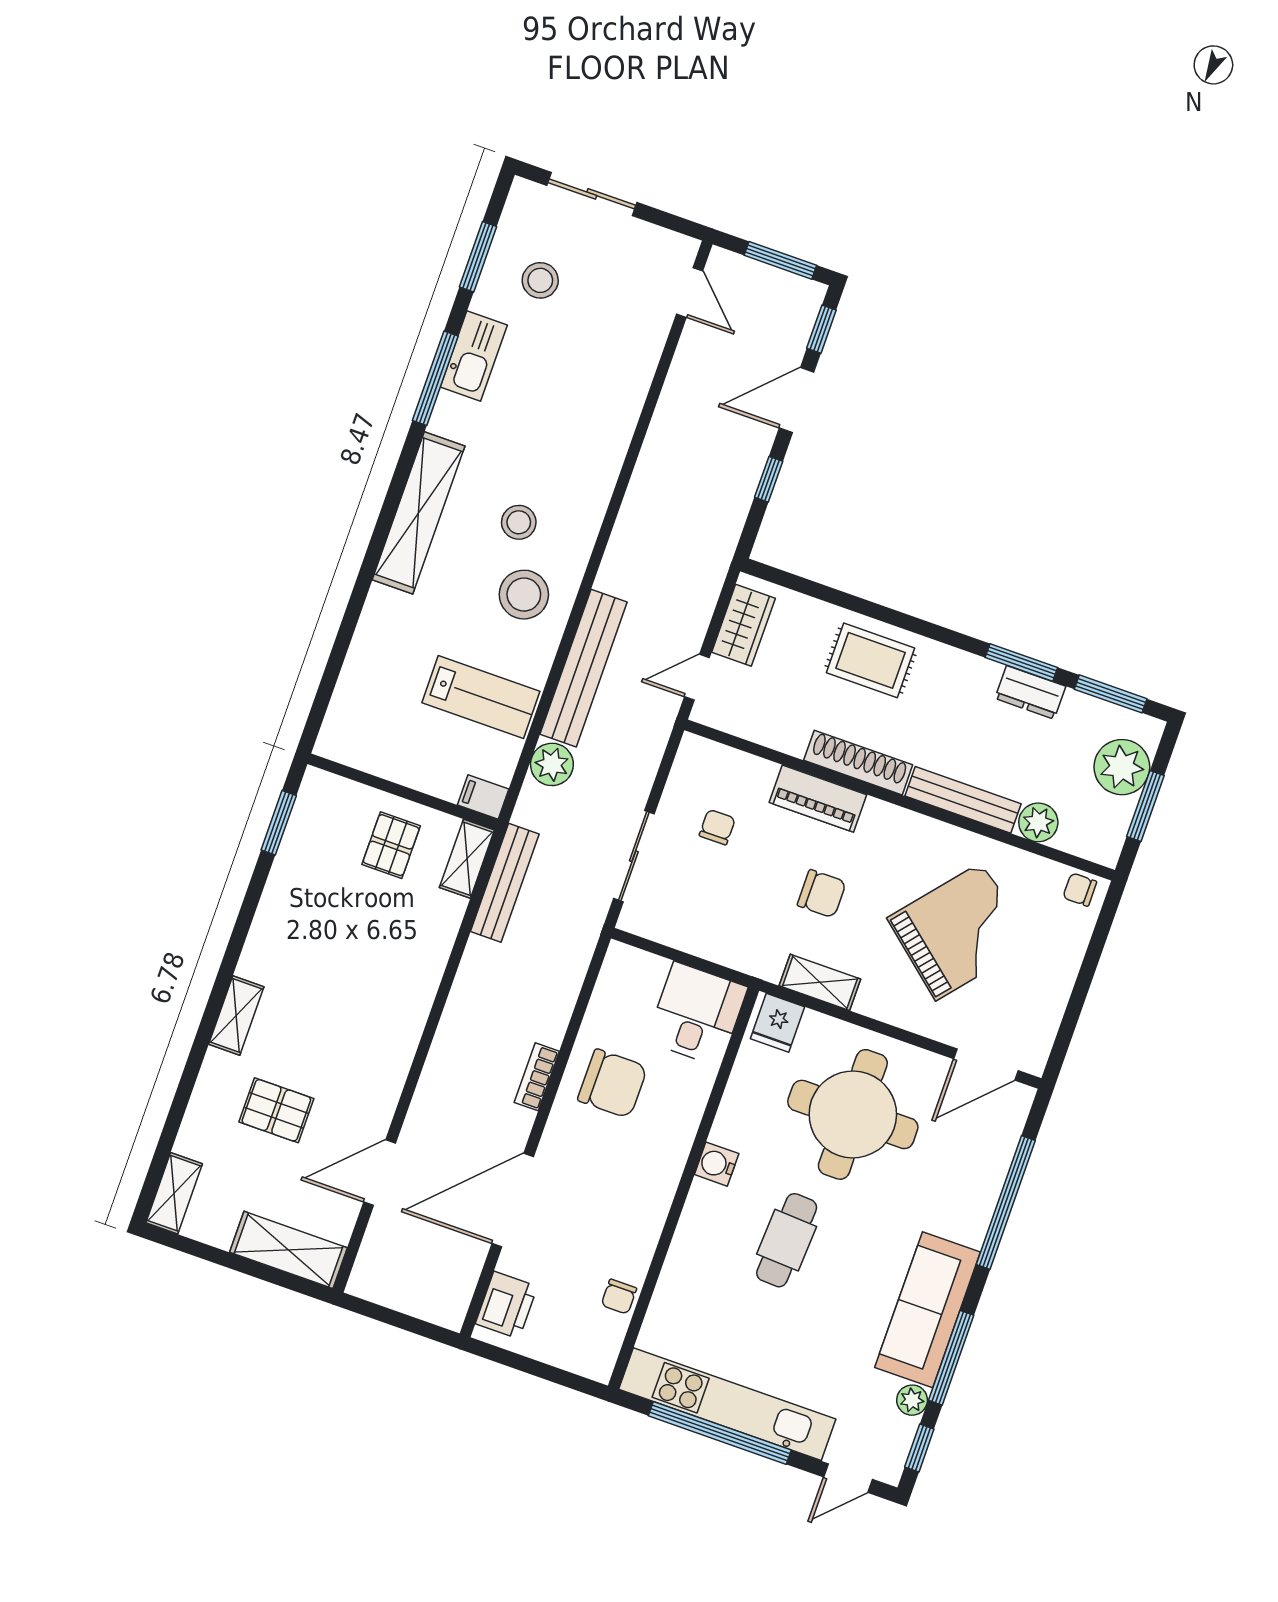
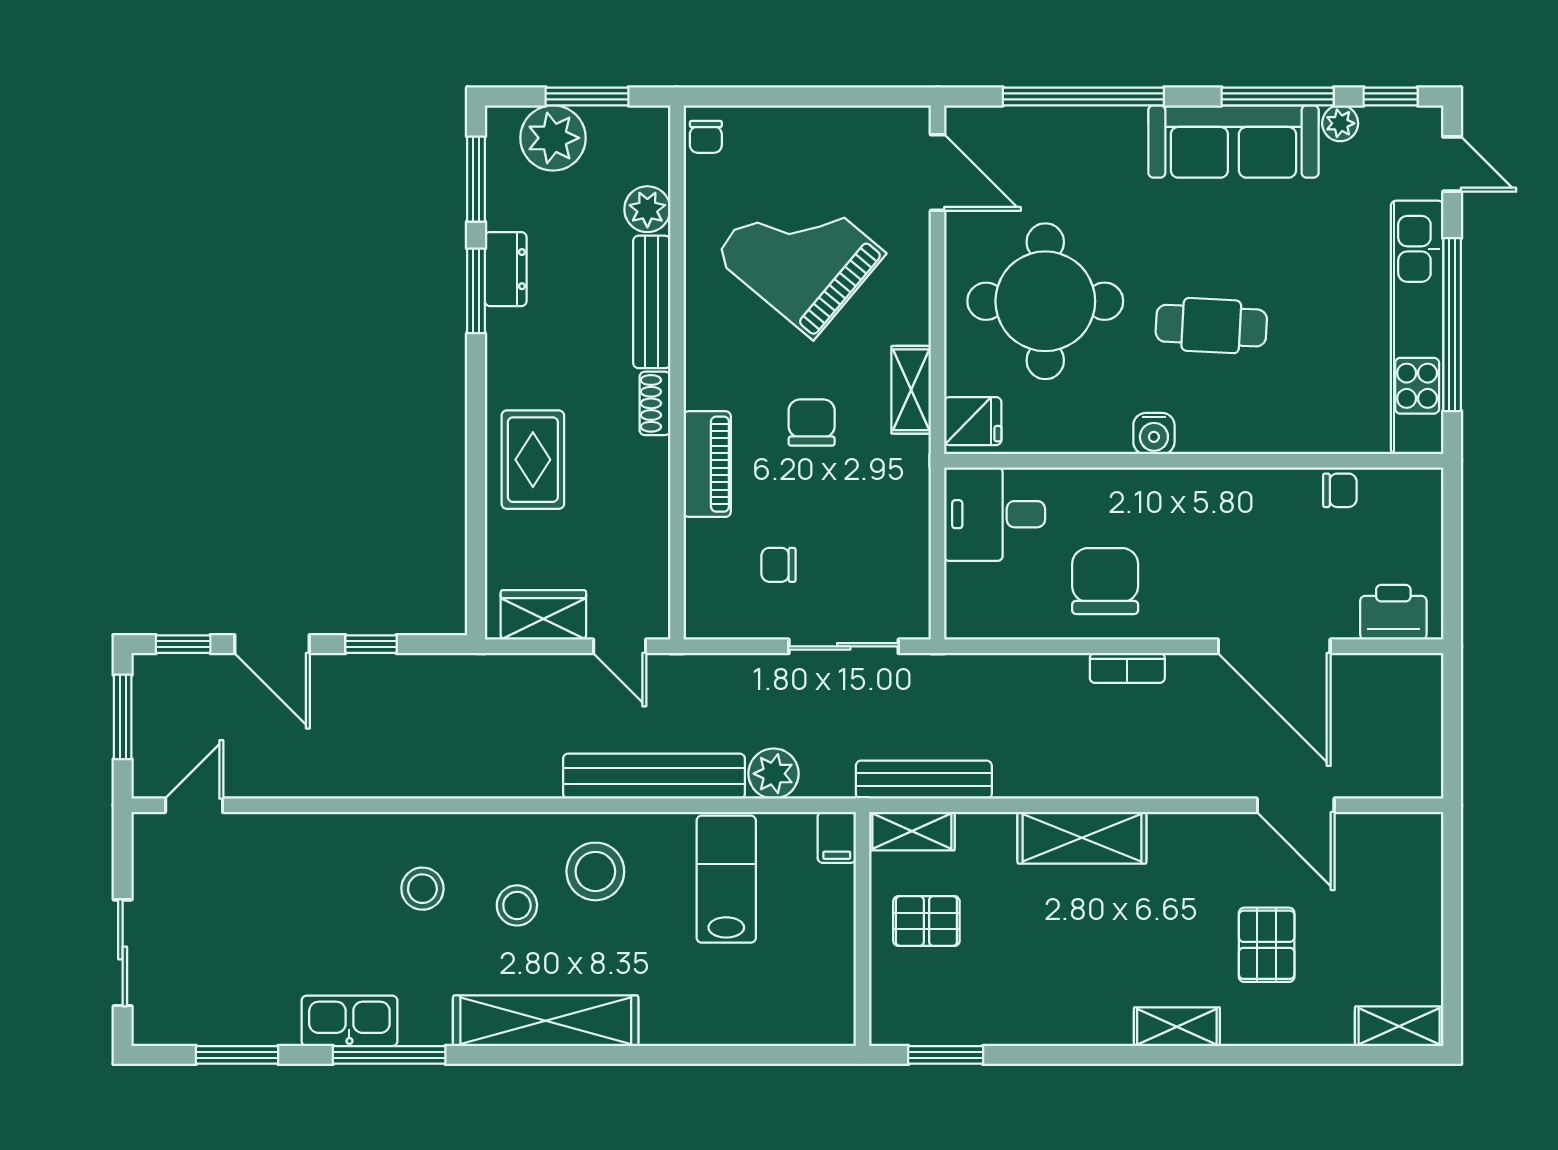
stool: (540, 280) -> (422, 889), moved
shoe rack: (858, 763) -> (655, 403), width x0.51, depth x0.81
shelving: (289, 1250) -> (1082, 838), moved, turned 90

